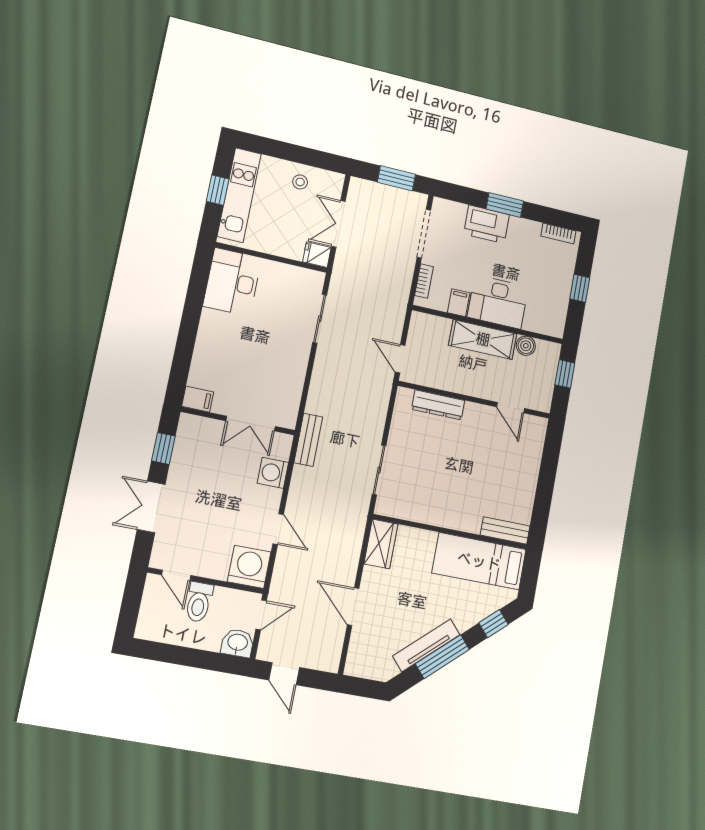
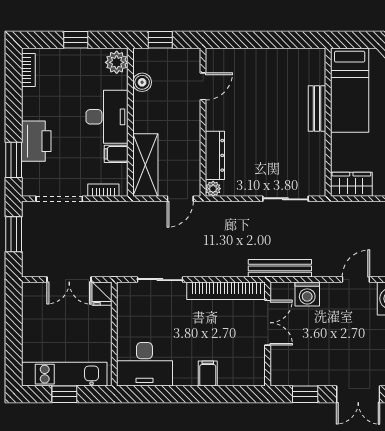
stool: (300, 182) -> (39, 322), removed
window: (505, 205) -> (14, 160), moved
plant: (550, 324) -> (117, 62), added
shelving: (483, 339) -> (145, 165), moved
bookcase: (294, 386) -> (226, 291), added
plant: (404, 396) -> (213, 189), added
filing cabinet: (198, 399) -> (208, 373), moved
bench: (308, 440) -> (280, 268), width x1.36
bench: (505, 530) -> (317, 109), moved

